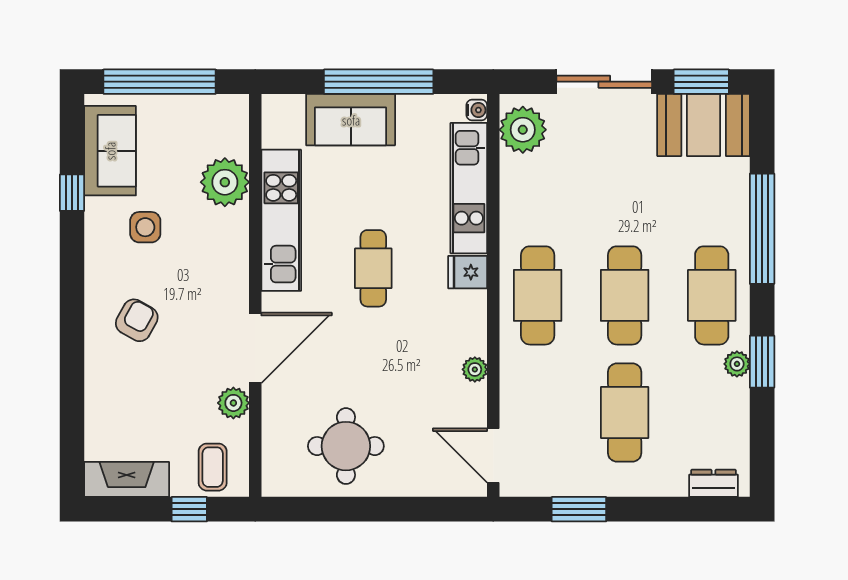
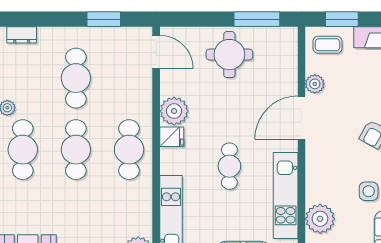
fridge: (468, 272) -> (172, 137), moved
plant: (475, 369) -> (174, 111), width x1.88, depth x1.88
round table: (346, 446) -> (229, 55), moved
coffee table: (213, 467) -> (327, 45), turned 90
window: (189, 509) -> (342, 19), width x1.50
window: (328, 509) -> (257, 19), added

